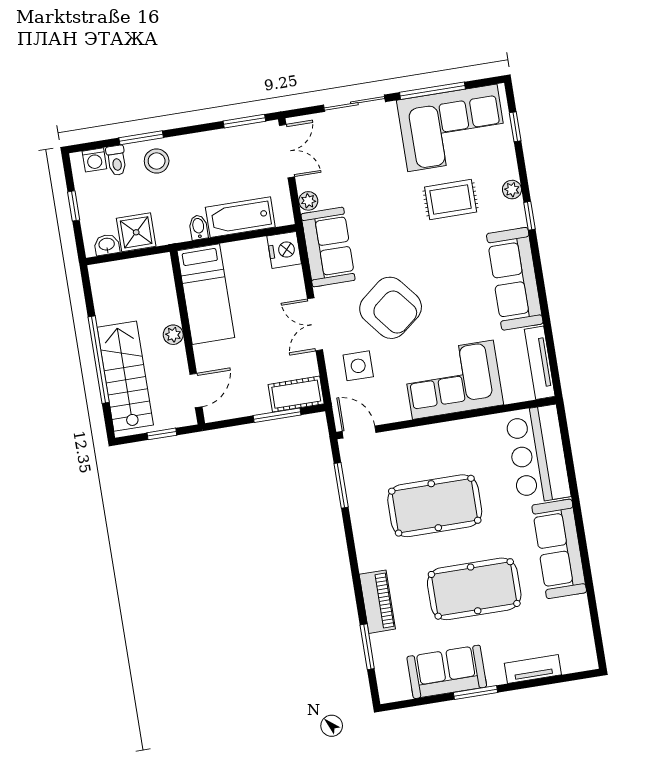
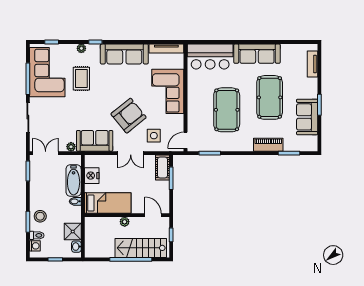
nightstand: (284, 250) -> (92, 176), moved, turned -90
tv unit: (533, 669) -> (312, 64), moved

